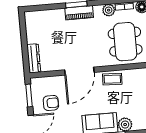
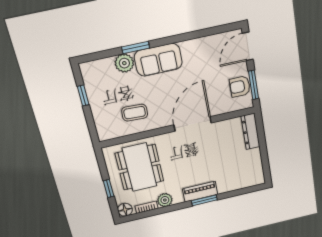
coffee table: (112, 79) -> (135, 113), moved
armchair: (51, 103) -> (240, 86), moved

